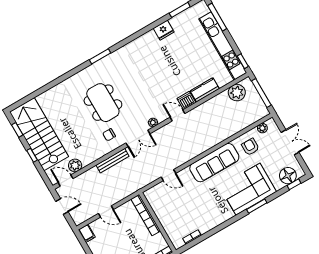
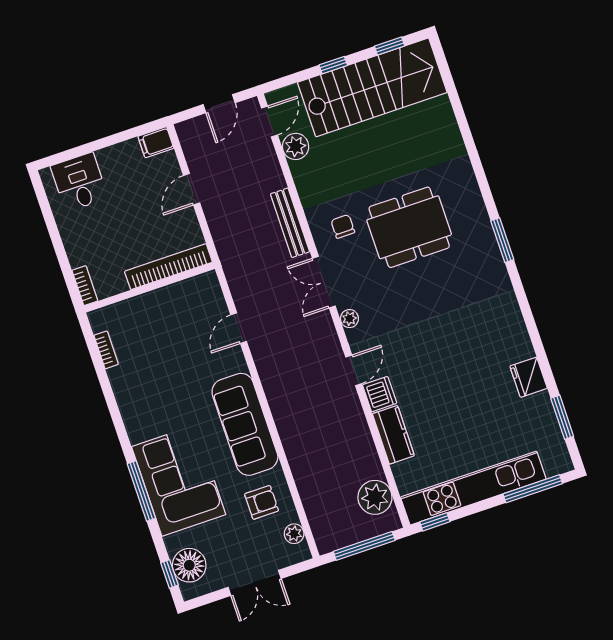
window: (257, 206) -> (141, 491), width x1.44

